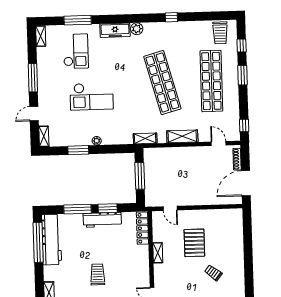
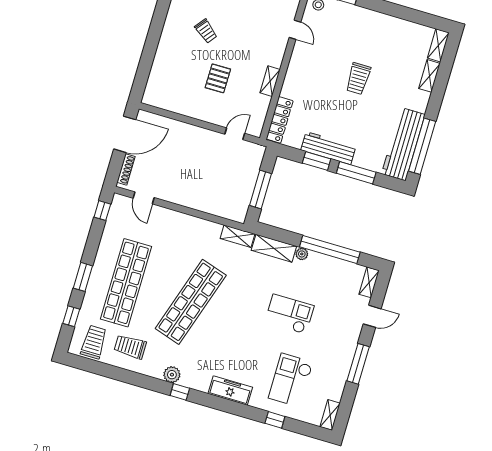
window: (171, 17) -> (180, 392), moved
window: (78, 20) -> (275, 420), width x0.46
plant: (137, 29) -> (172, 375), moved
trolley: (194, 38) -> (130, 347), added
shop shelf: (162, 83) -> (191, 302), turned 33
checkout: (92, 97) -> (289, 314), width x0.73, depth x0.83
shelving: (182, 136) -> (274, 248), moved
window: (78, 150) -> (330, 250), width x2.11
door: (170, 208) -> (235, 134), hinge flipped
pallet: (194, 243) -> (218, 78), width x0.67, depth x0.71

